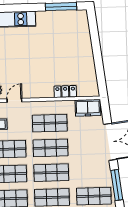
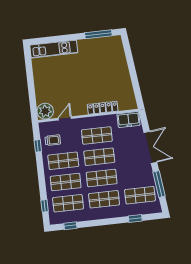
locker: (65, 92) -> (103, 108), width x1.53

